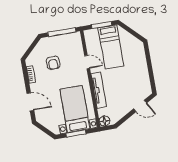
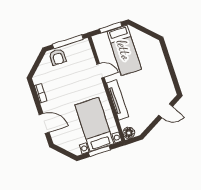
armchair: (53, 63) -> (58, 57), moved

